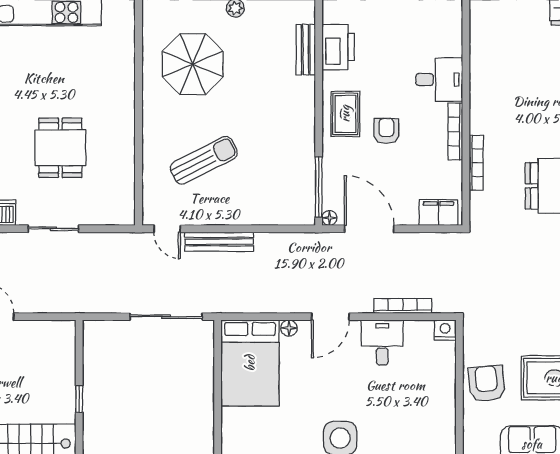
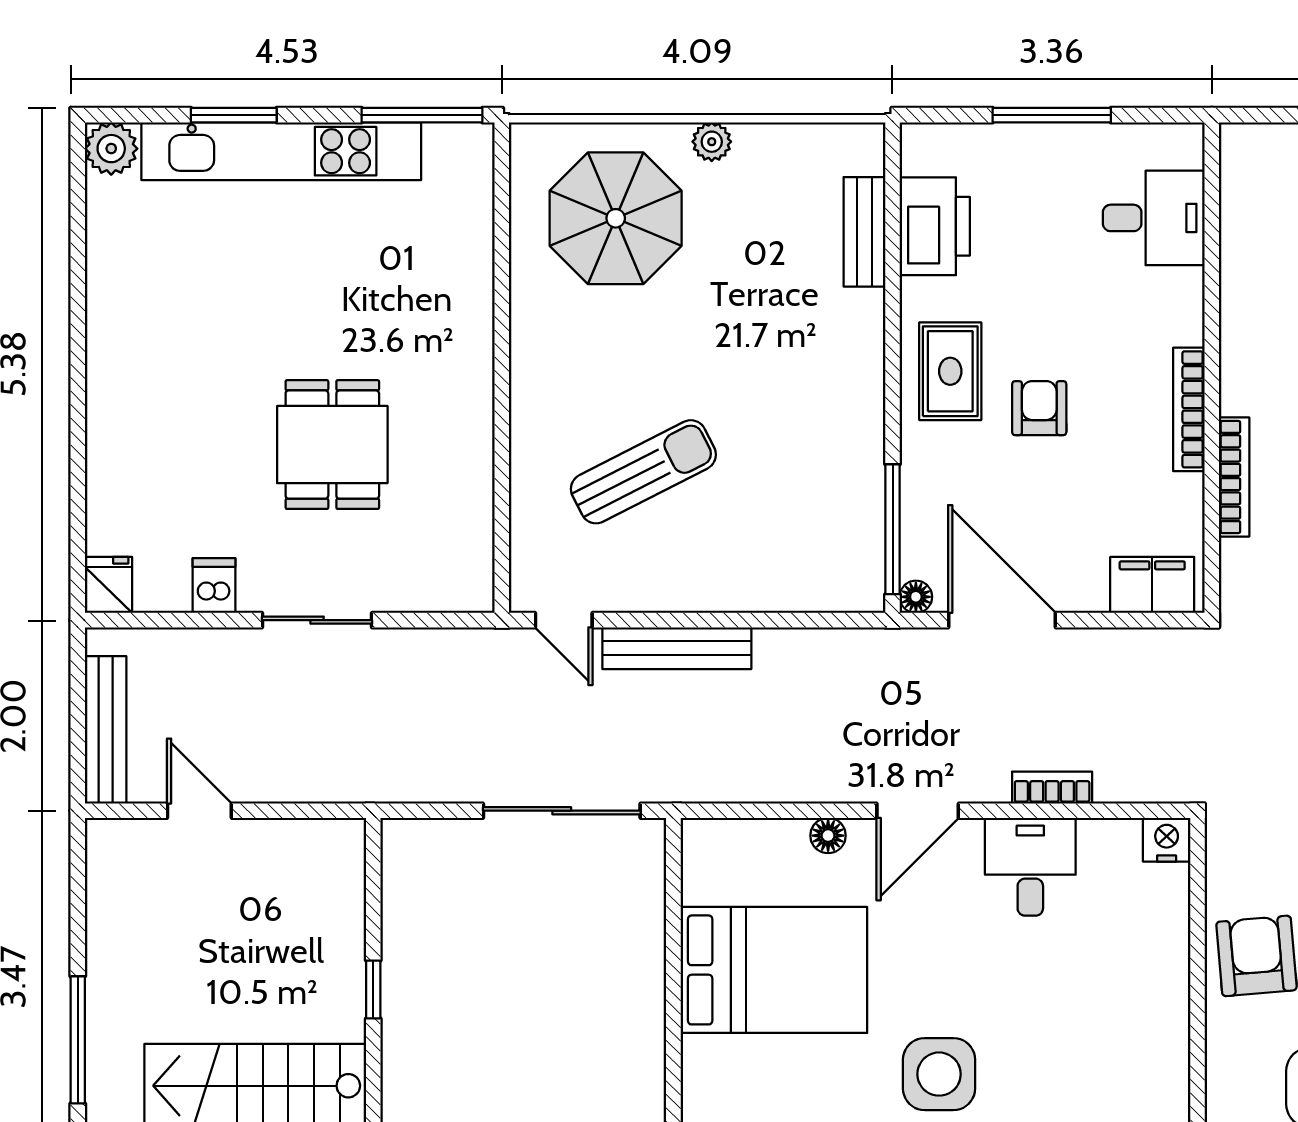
parasol: (193, 64) -> (616, 218), moved
desk: (439, 80) -> (1154, 218), moved
bookcase: (403, 306) -> (1052, 788), width x0.64
bed: (250, 363) -> (774, 970), moved, turned -90

